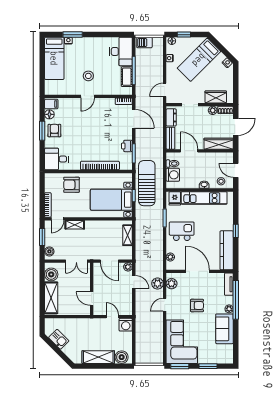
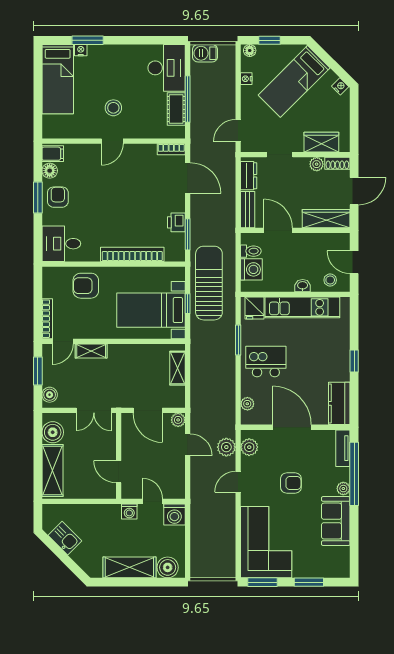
kitchen counter: (227, 250) -> (339, 403), width x0.67
washing machine: (98, 323) -> (129, 511), added

